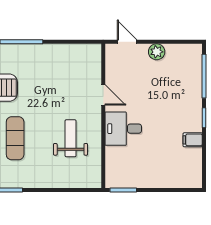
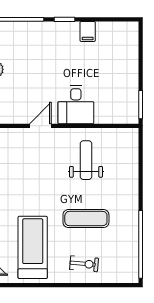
weight bench: (71, 138) -> (86, 160), turned 90

